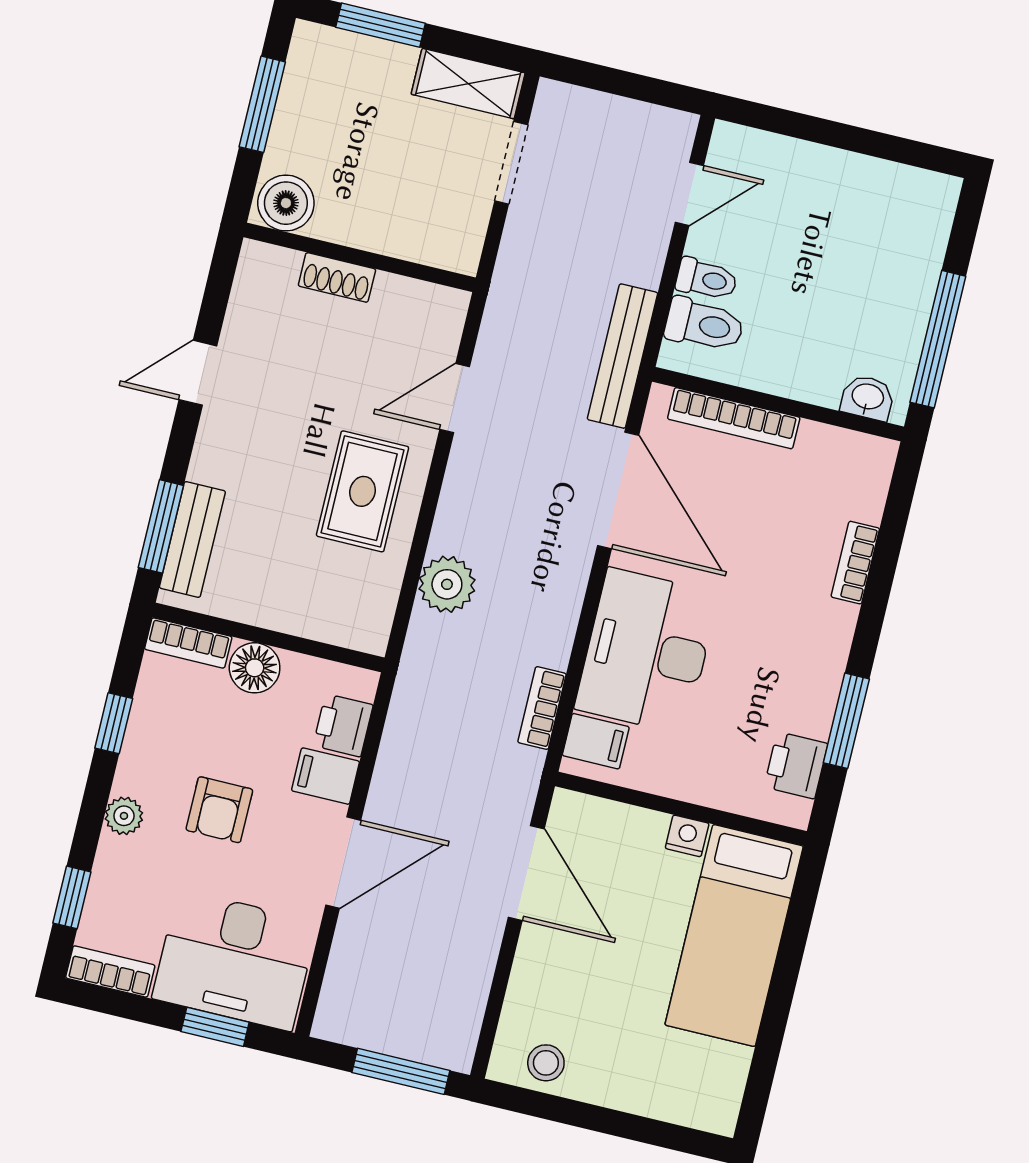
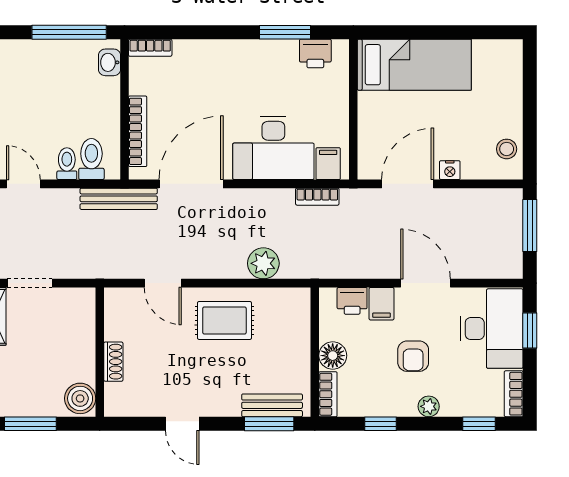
bookcase: (855, 563) -> (150, 48), moved
armchair: (219, 810) -> (413, 356), turned 90
nightstand: (687, 836) -> (450, 170), moved, turned -90

